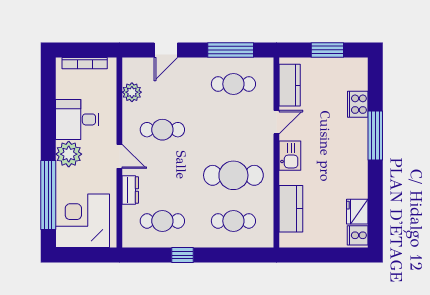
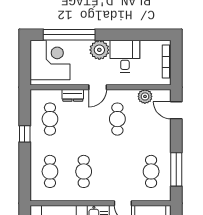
door: (166, 50) -> (176, 110), moved
cafe table: (233, 175) -> (84, 171), width x0.73, depth x0.74

